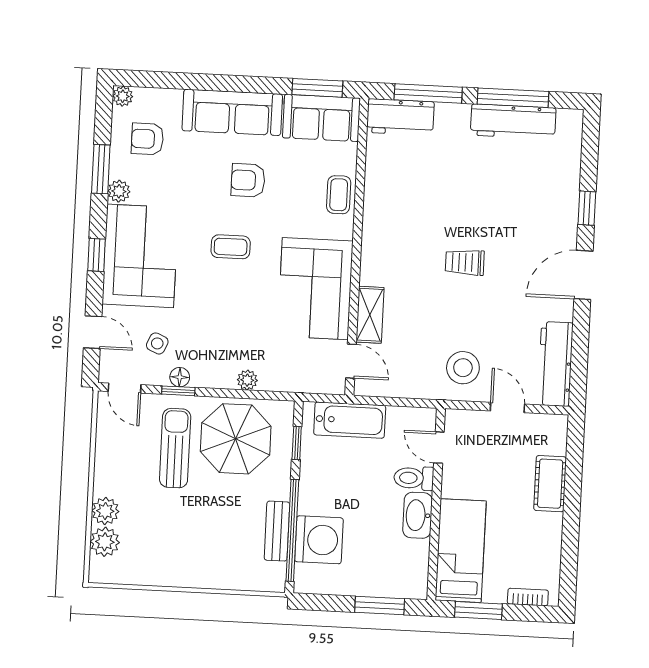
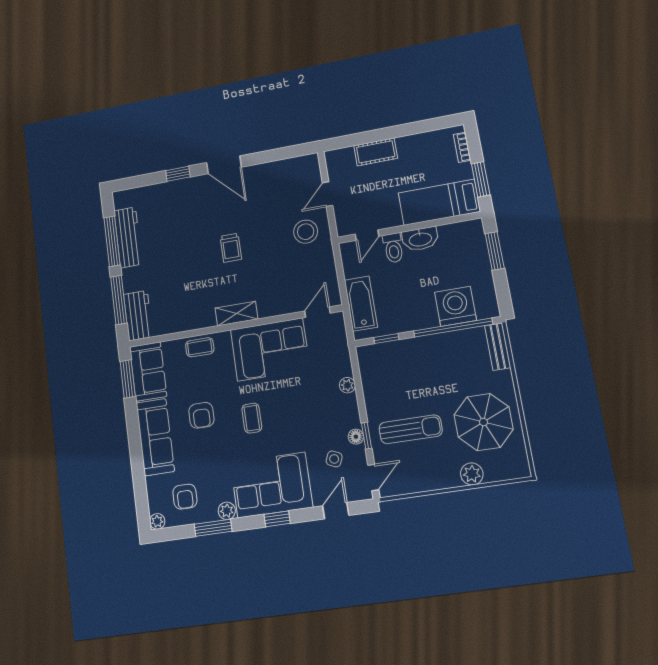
shelving: (370, 315) -> (236, 314), moved
workbench: (555, 364) -> (290, 169), removed
parasol: (236, 439) -> (484, 422), moved
sun lounger: (175, 448) -> (411, 429), turned 180
bench: (277, 531) -> (498, 347), moved, turned 90
plant: (105, 542) -> (496, 470), removed

